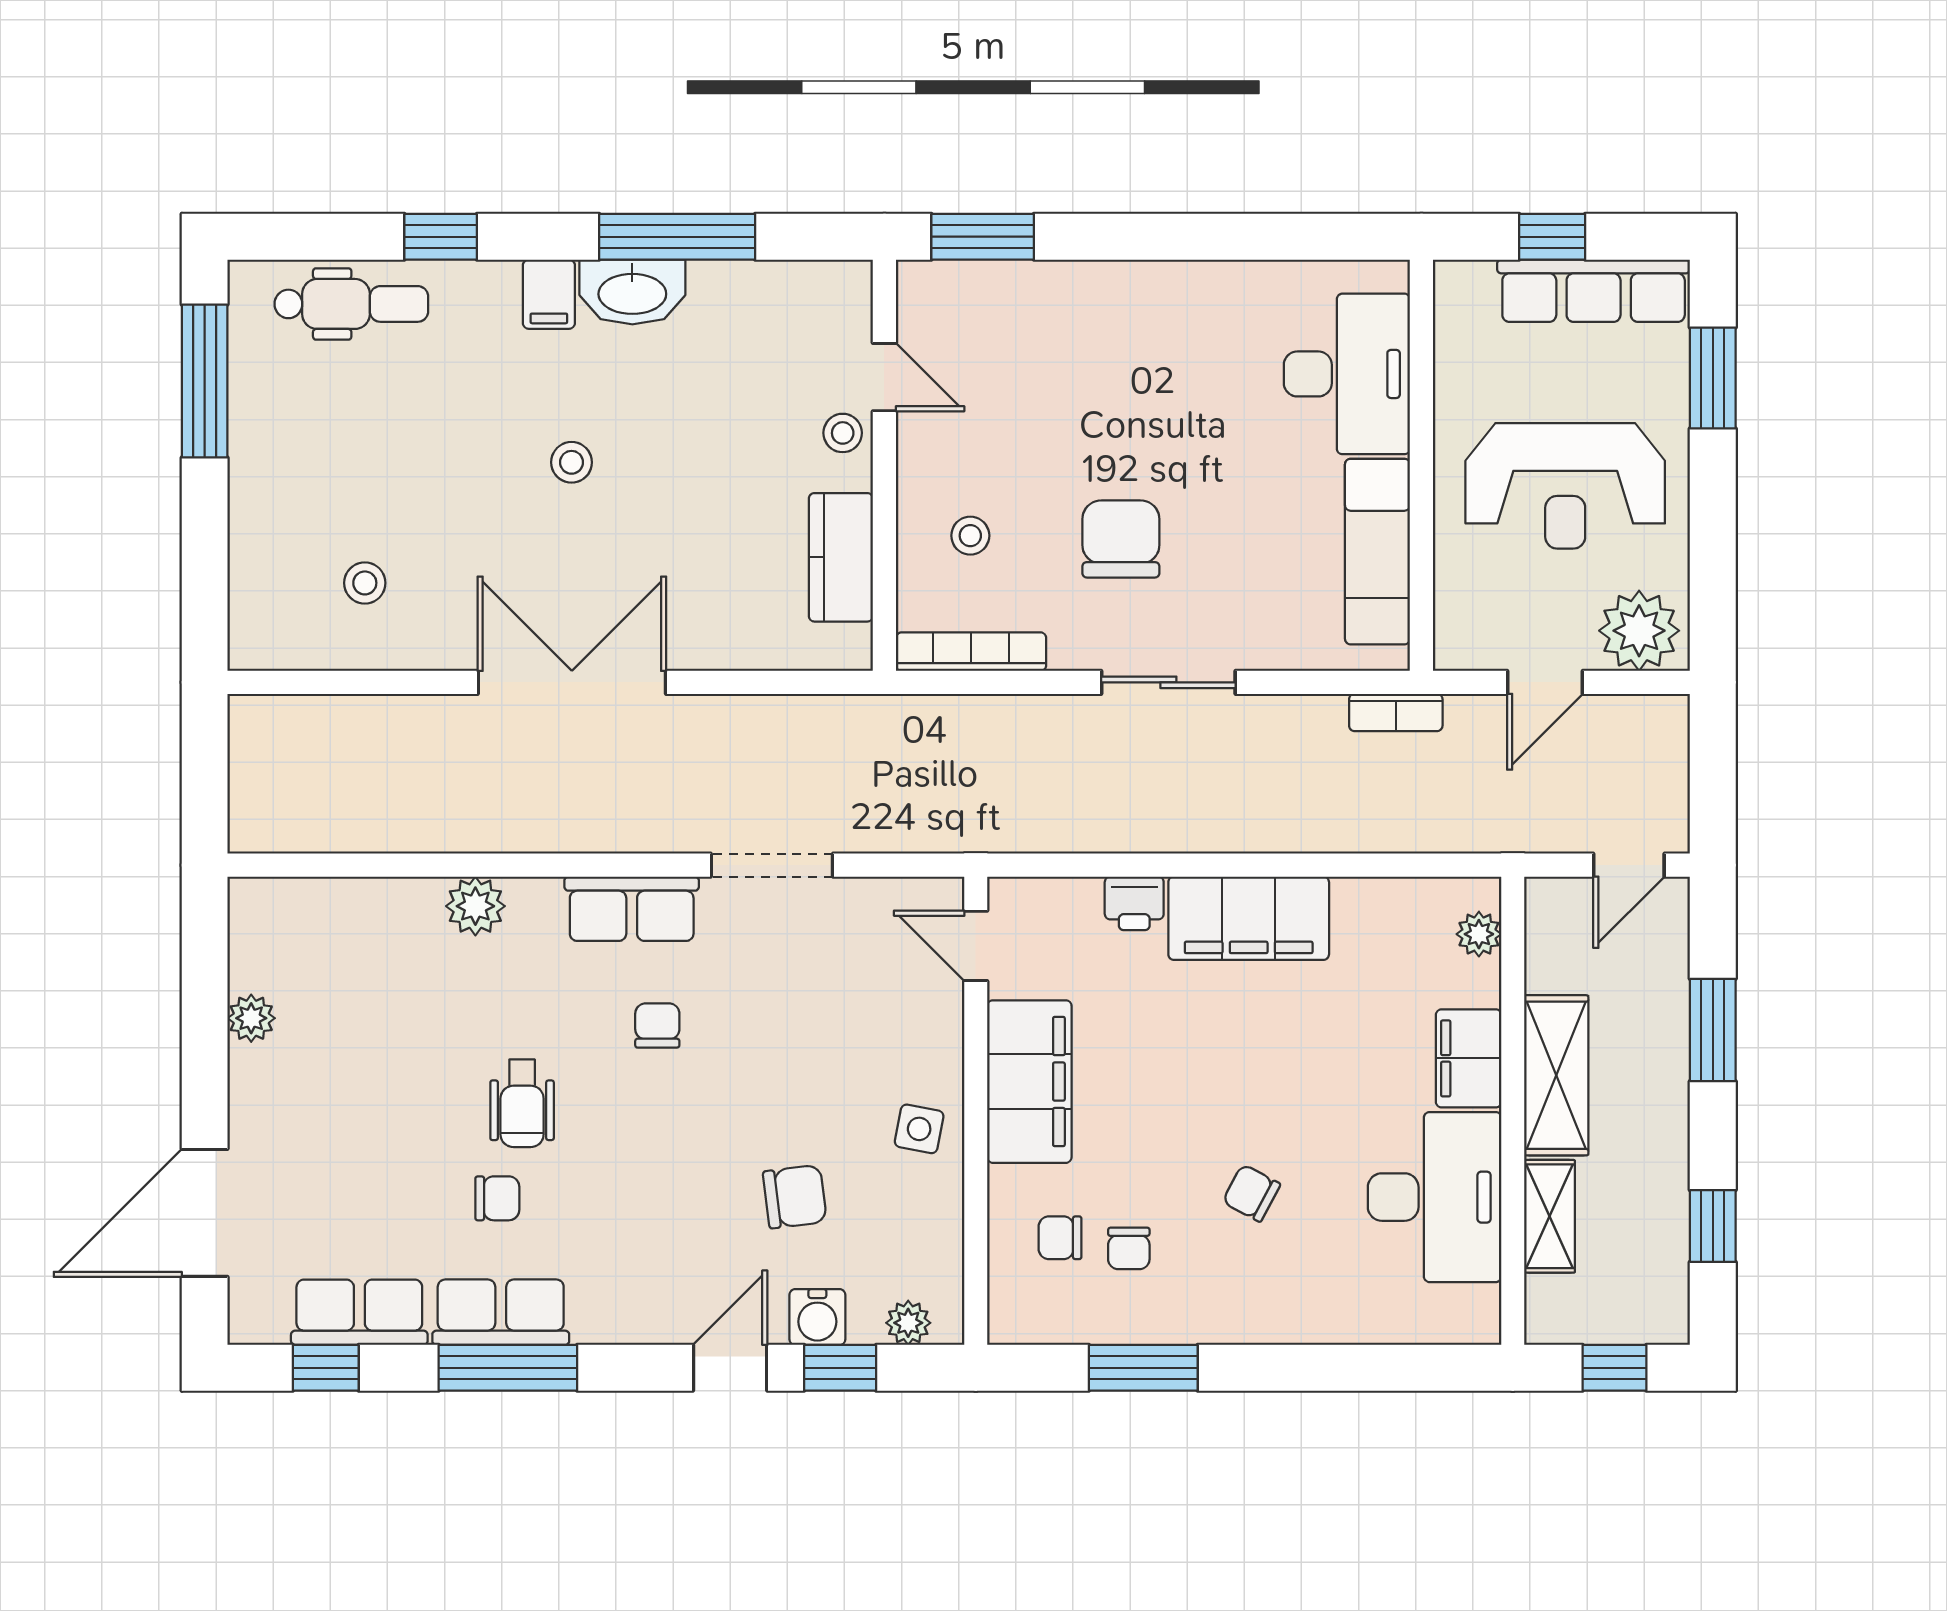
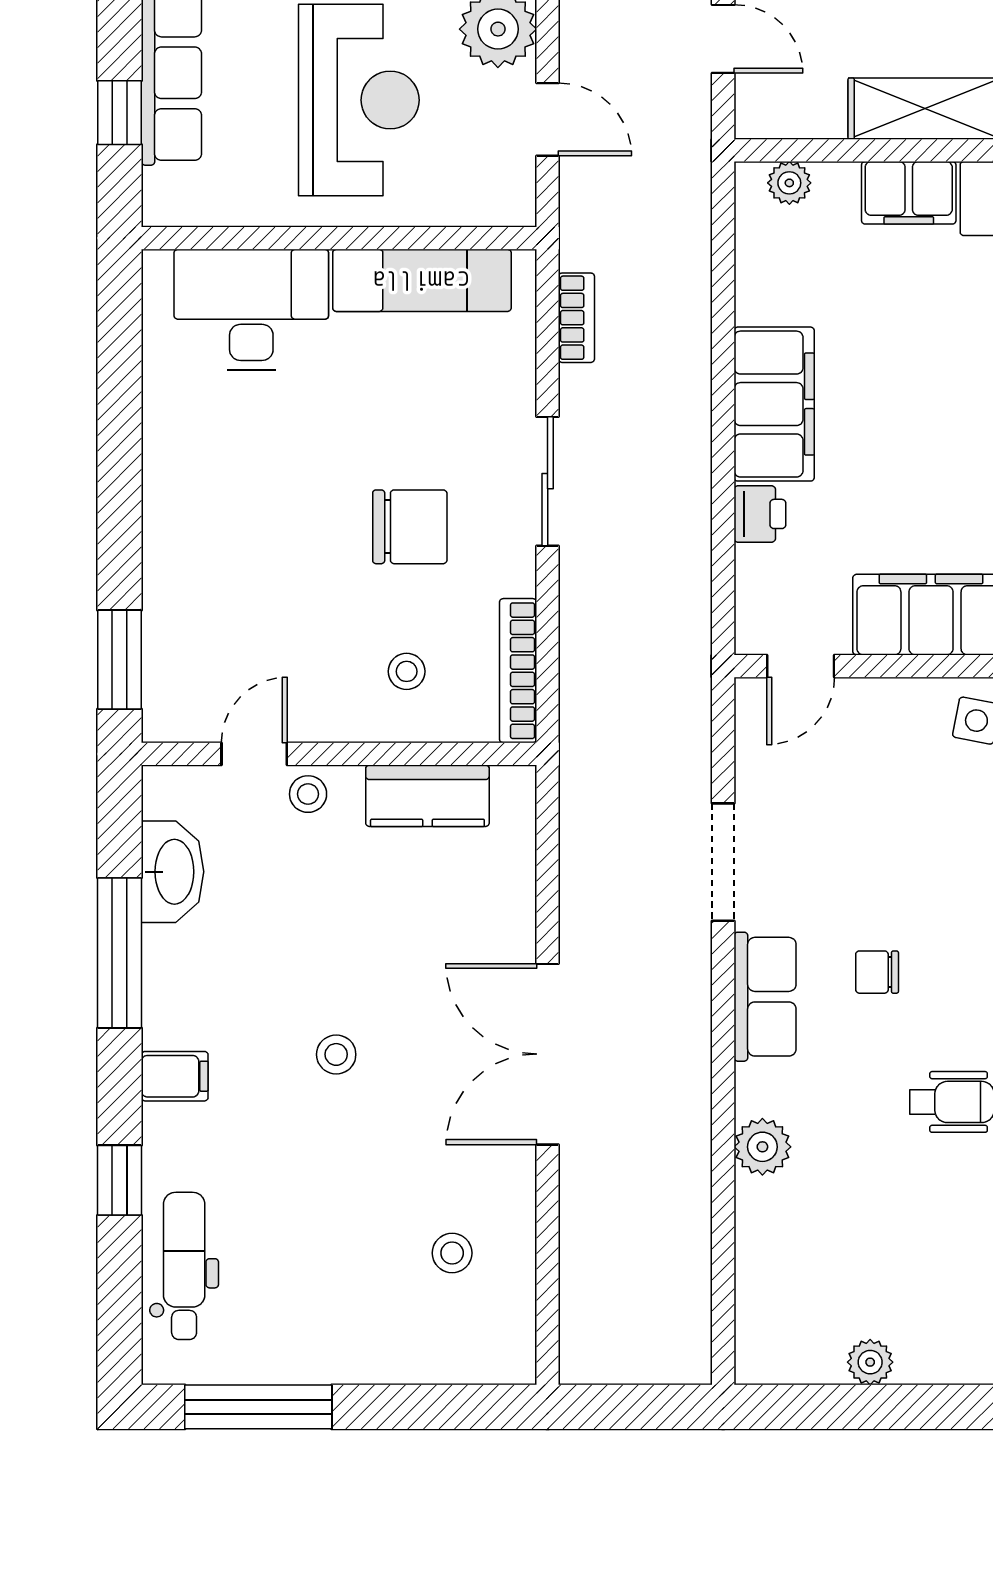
washbasin: (632, 292) -> (173, 872), moved
chair: (1121, 539) -> (410, 527), turned 180
bookcase: (1396, 712) -> (576, 318), moved

